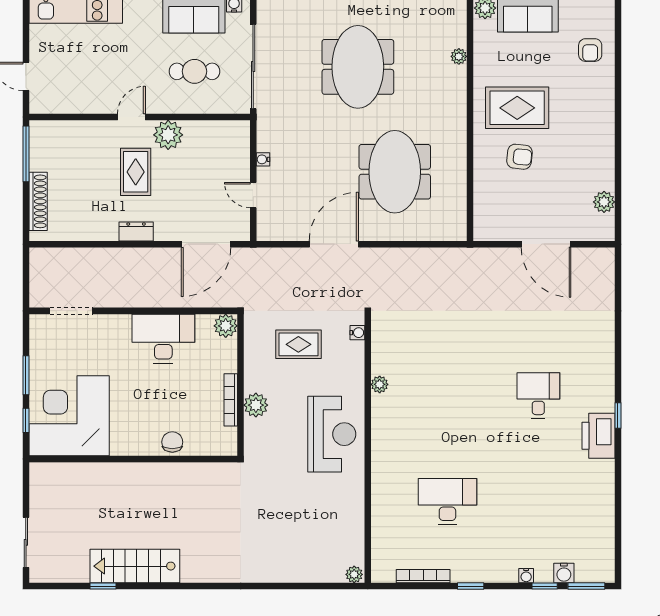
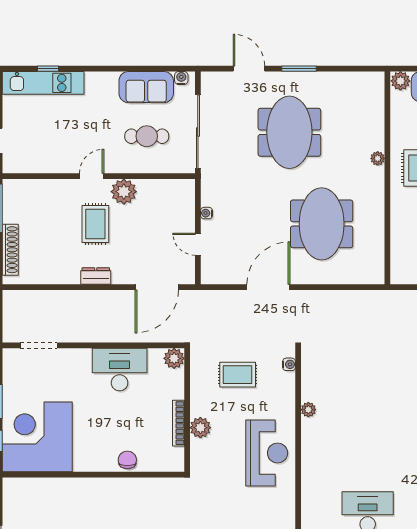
plant: (459, 56) -> (378, 158), moved

